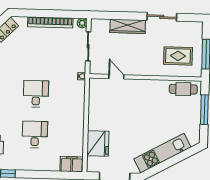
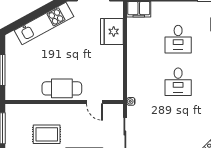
rug: (178, 56) -> (47, 134), moved
cafe table: (183, 89) -> (62, 88), moved, width x1.37, depth x1.35

